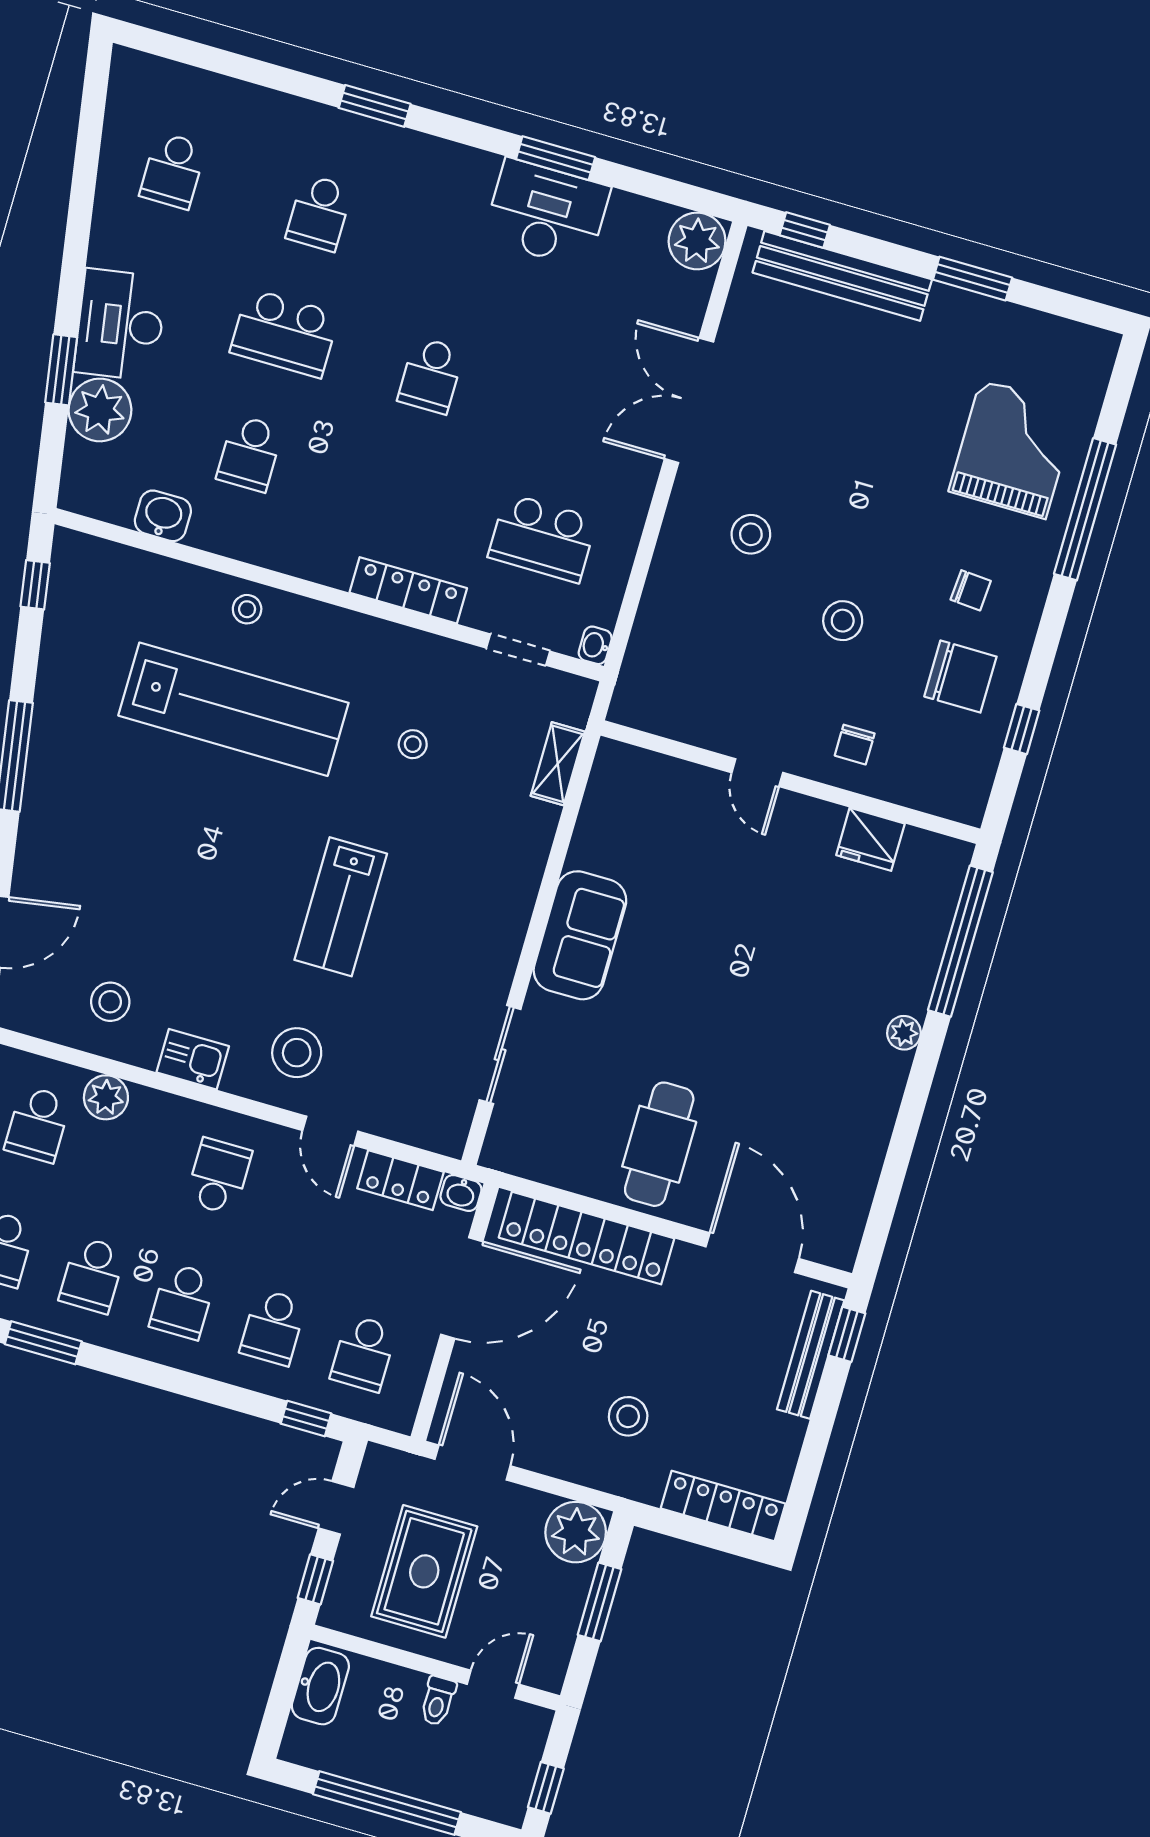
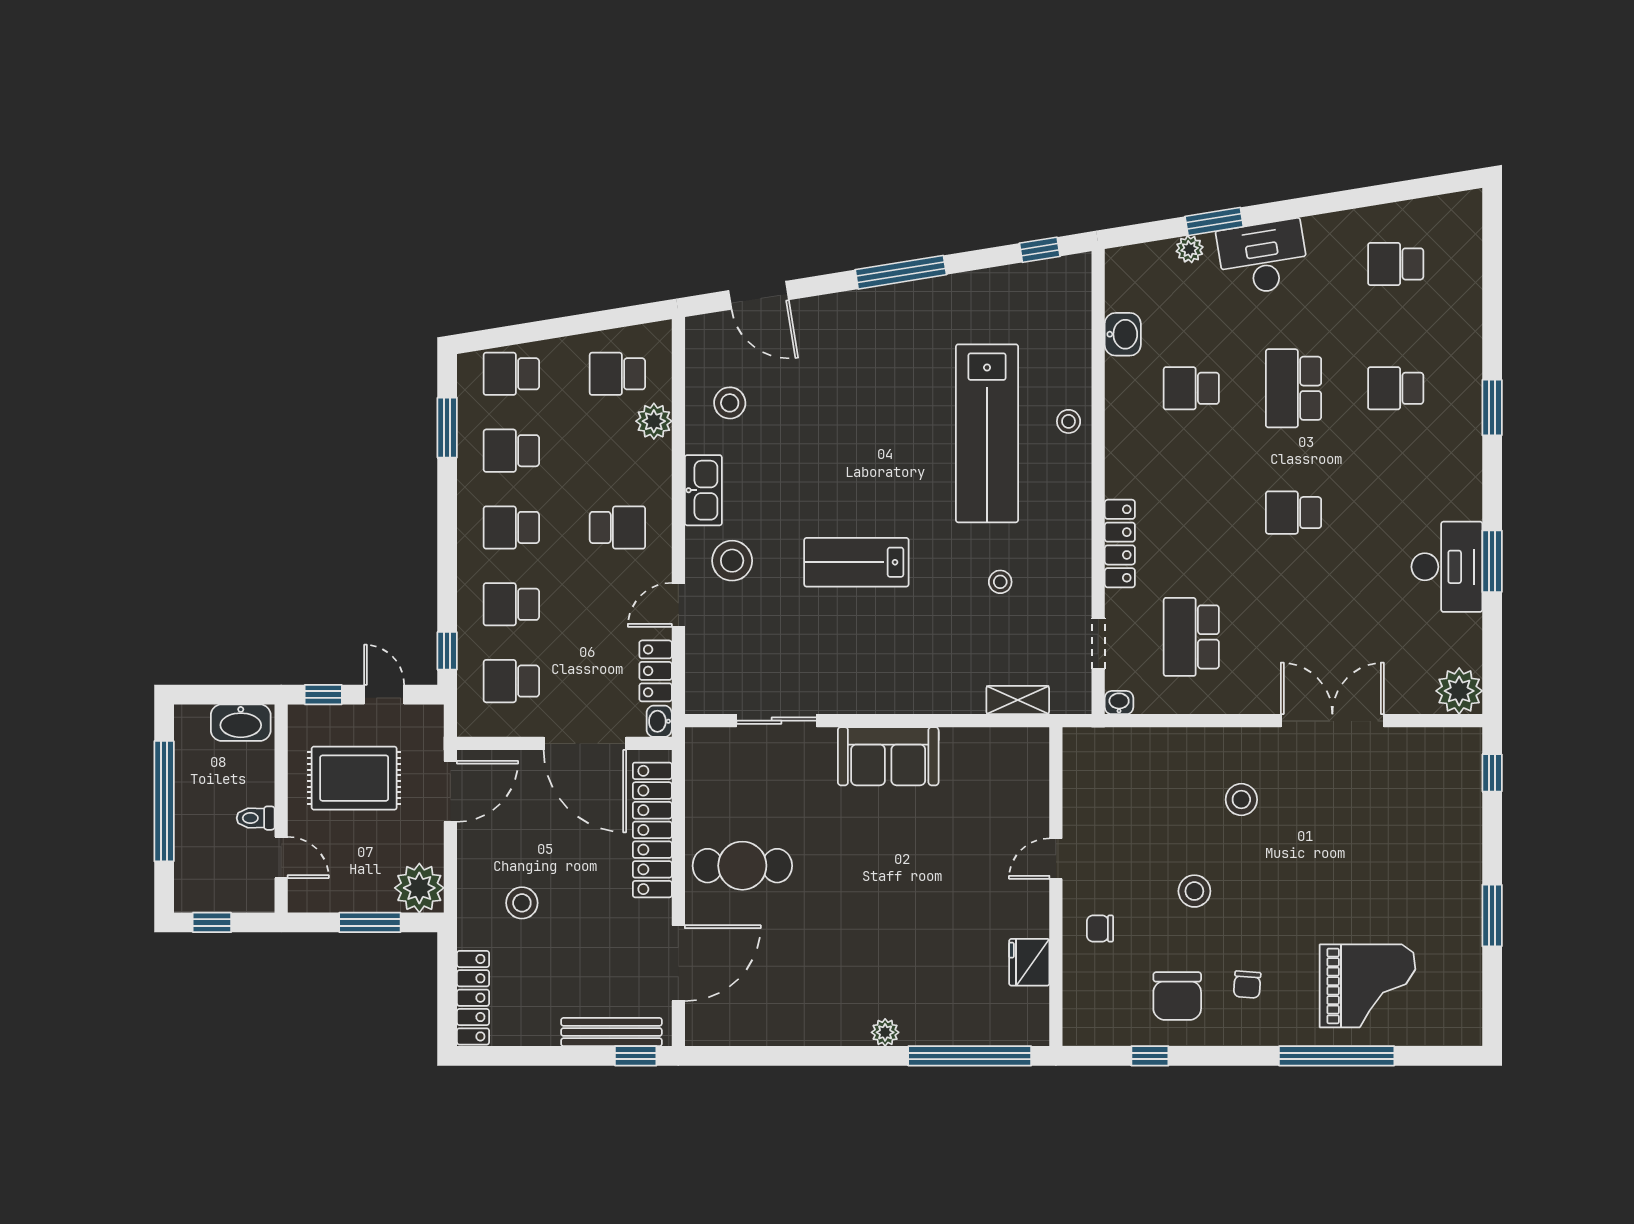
bench: (842, 276) -> (1465, 813), removed
plant: (100, 410) -> (1190, 249), width x0.53, depth x0.53
kitchen sink: (193, 1059) -> (703, 490), width x1.38

